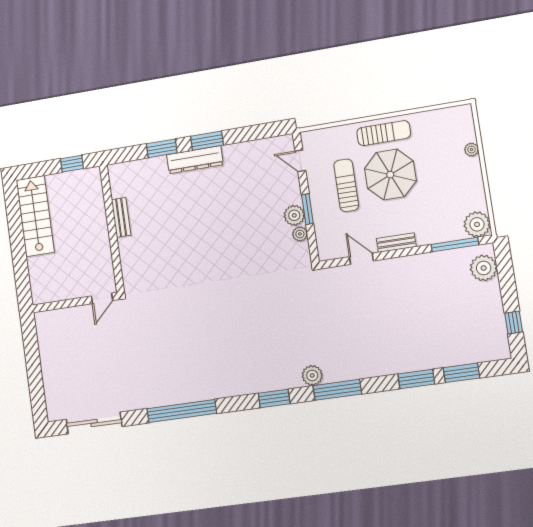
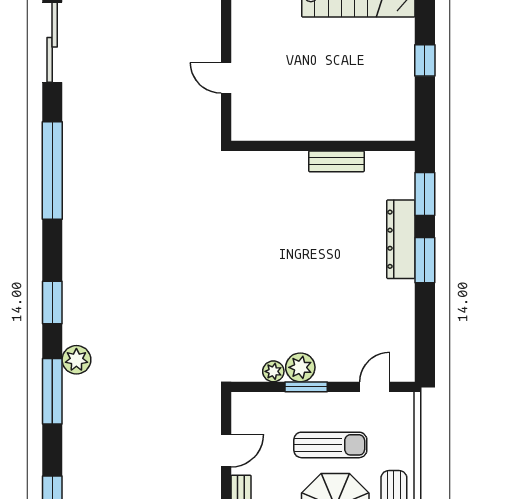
bench: (121, 217) -> (336, 161), moved
wall: (112, 228) -> (323, 146), moved

